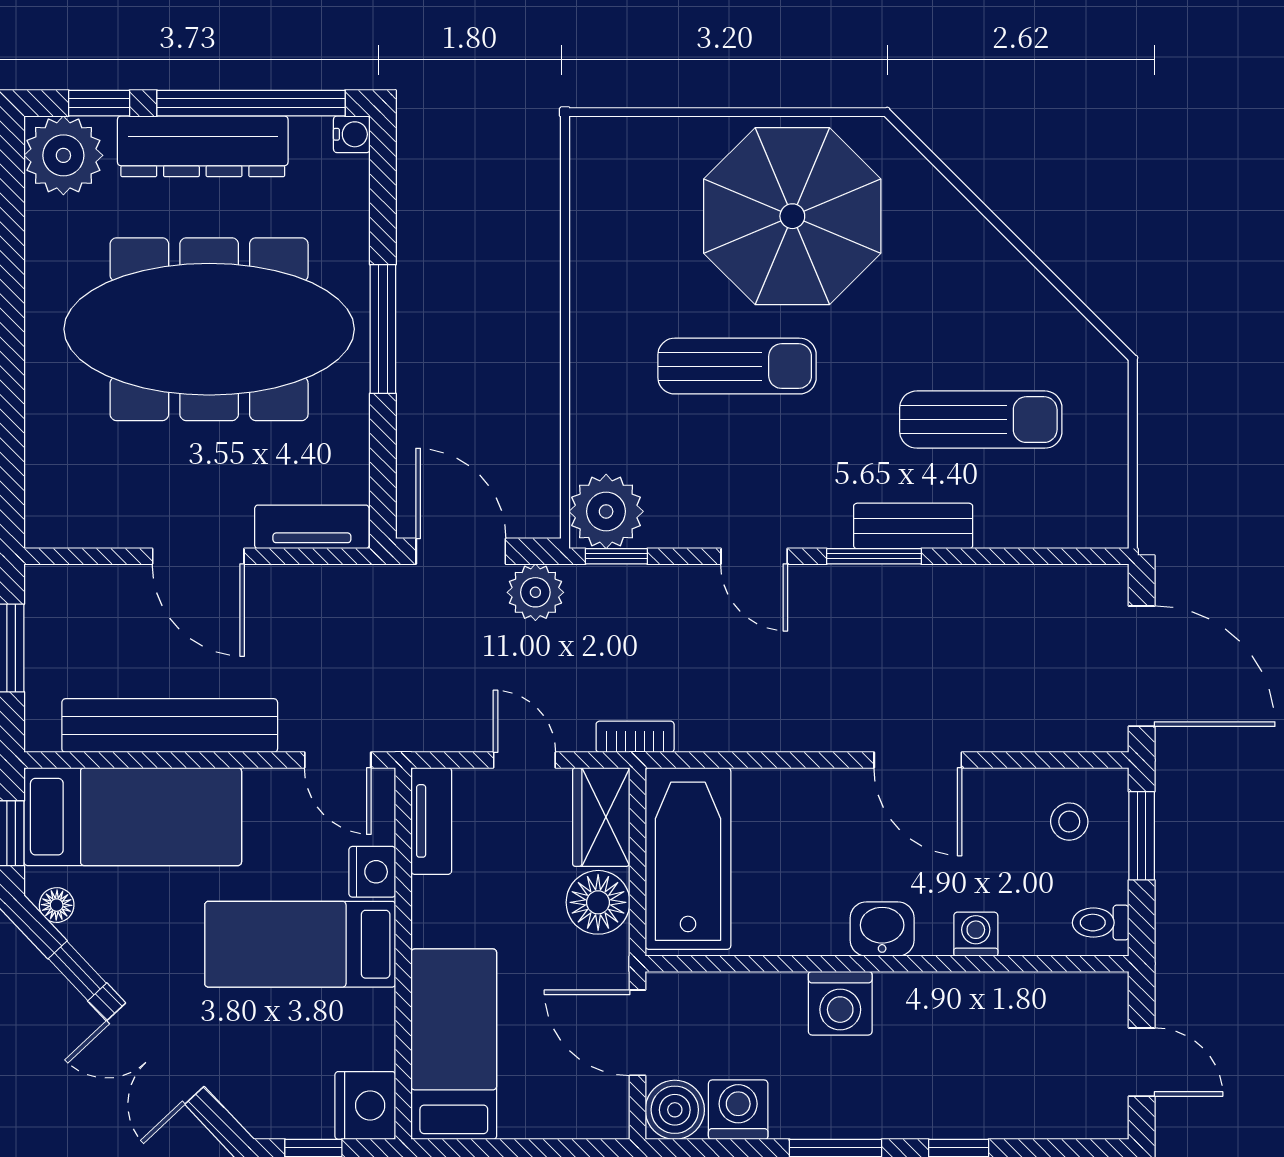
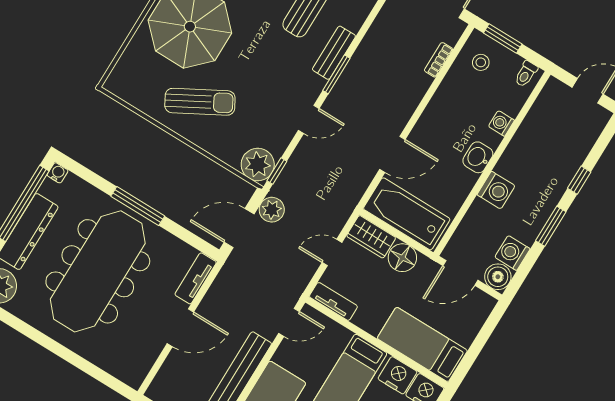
sun lounger: (737, 366) -> (200, 102), moved, turned 61
bookcase: (635, 737) -> (439, 60), moved
door: (918, 760) -> (392, 154), moved
nightstand: (372, 872) -> (398, 375), moved, width x1.36, depth x1.33

